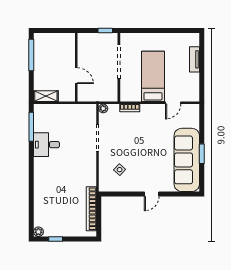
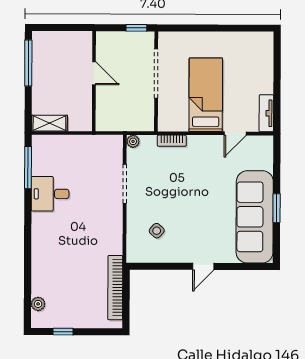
tv unit: (194, 59) -> (266, 113), moved
door: (76, 76) -> (94, 73), moved
plant: (38, 232) -> (38, 304), moved

